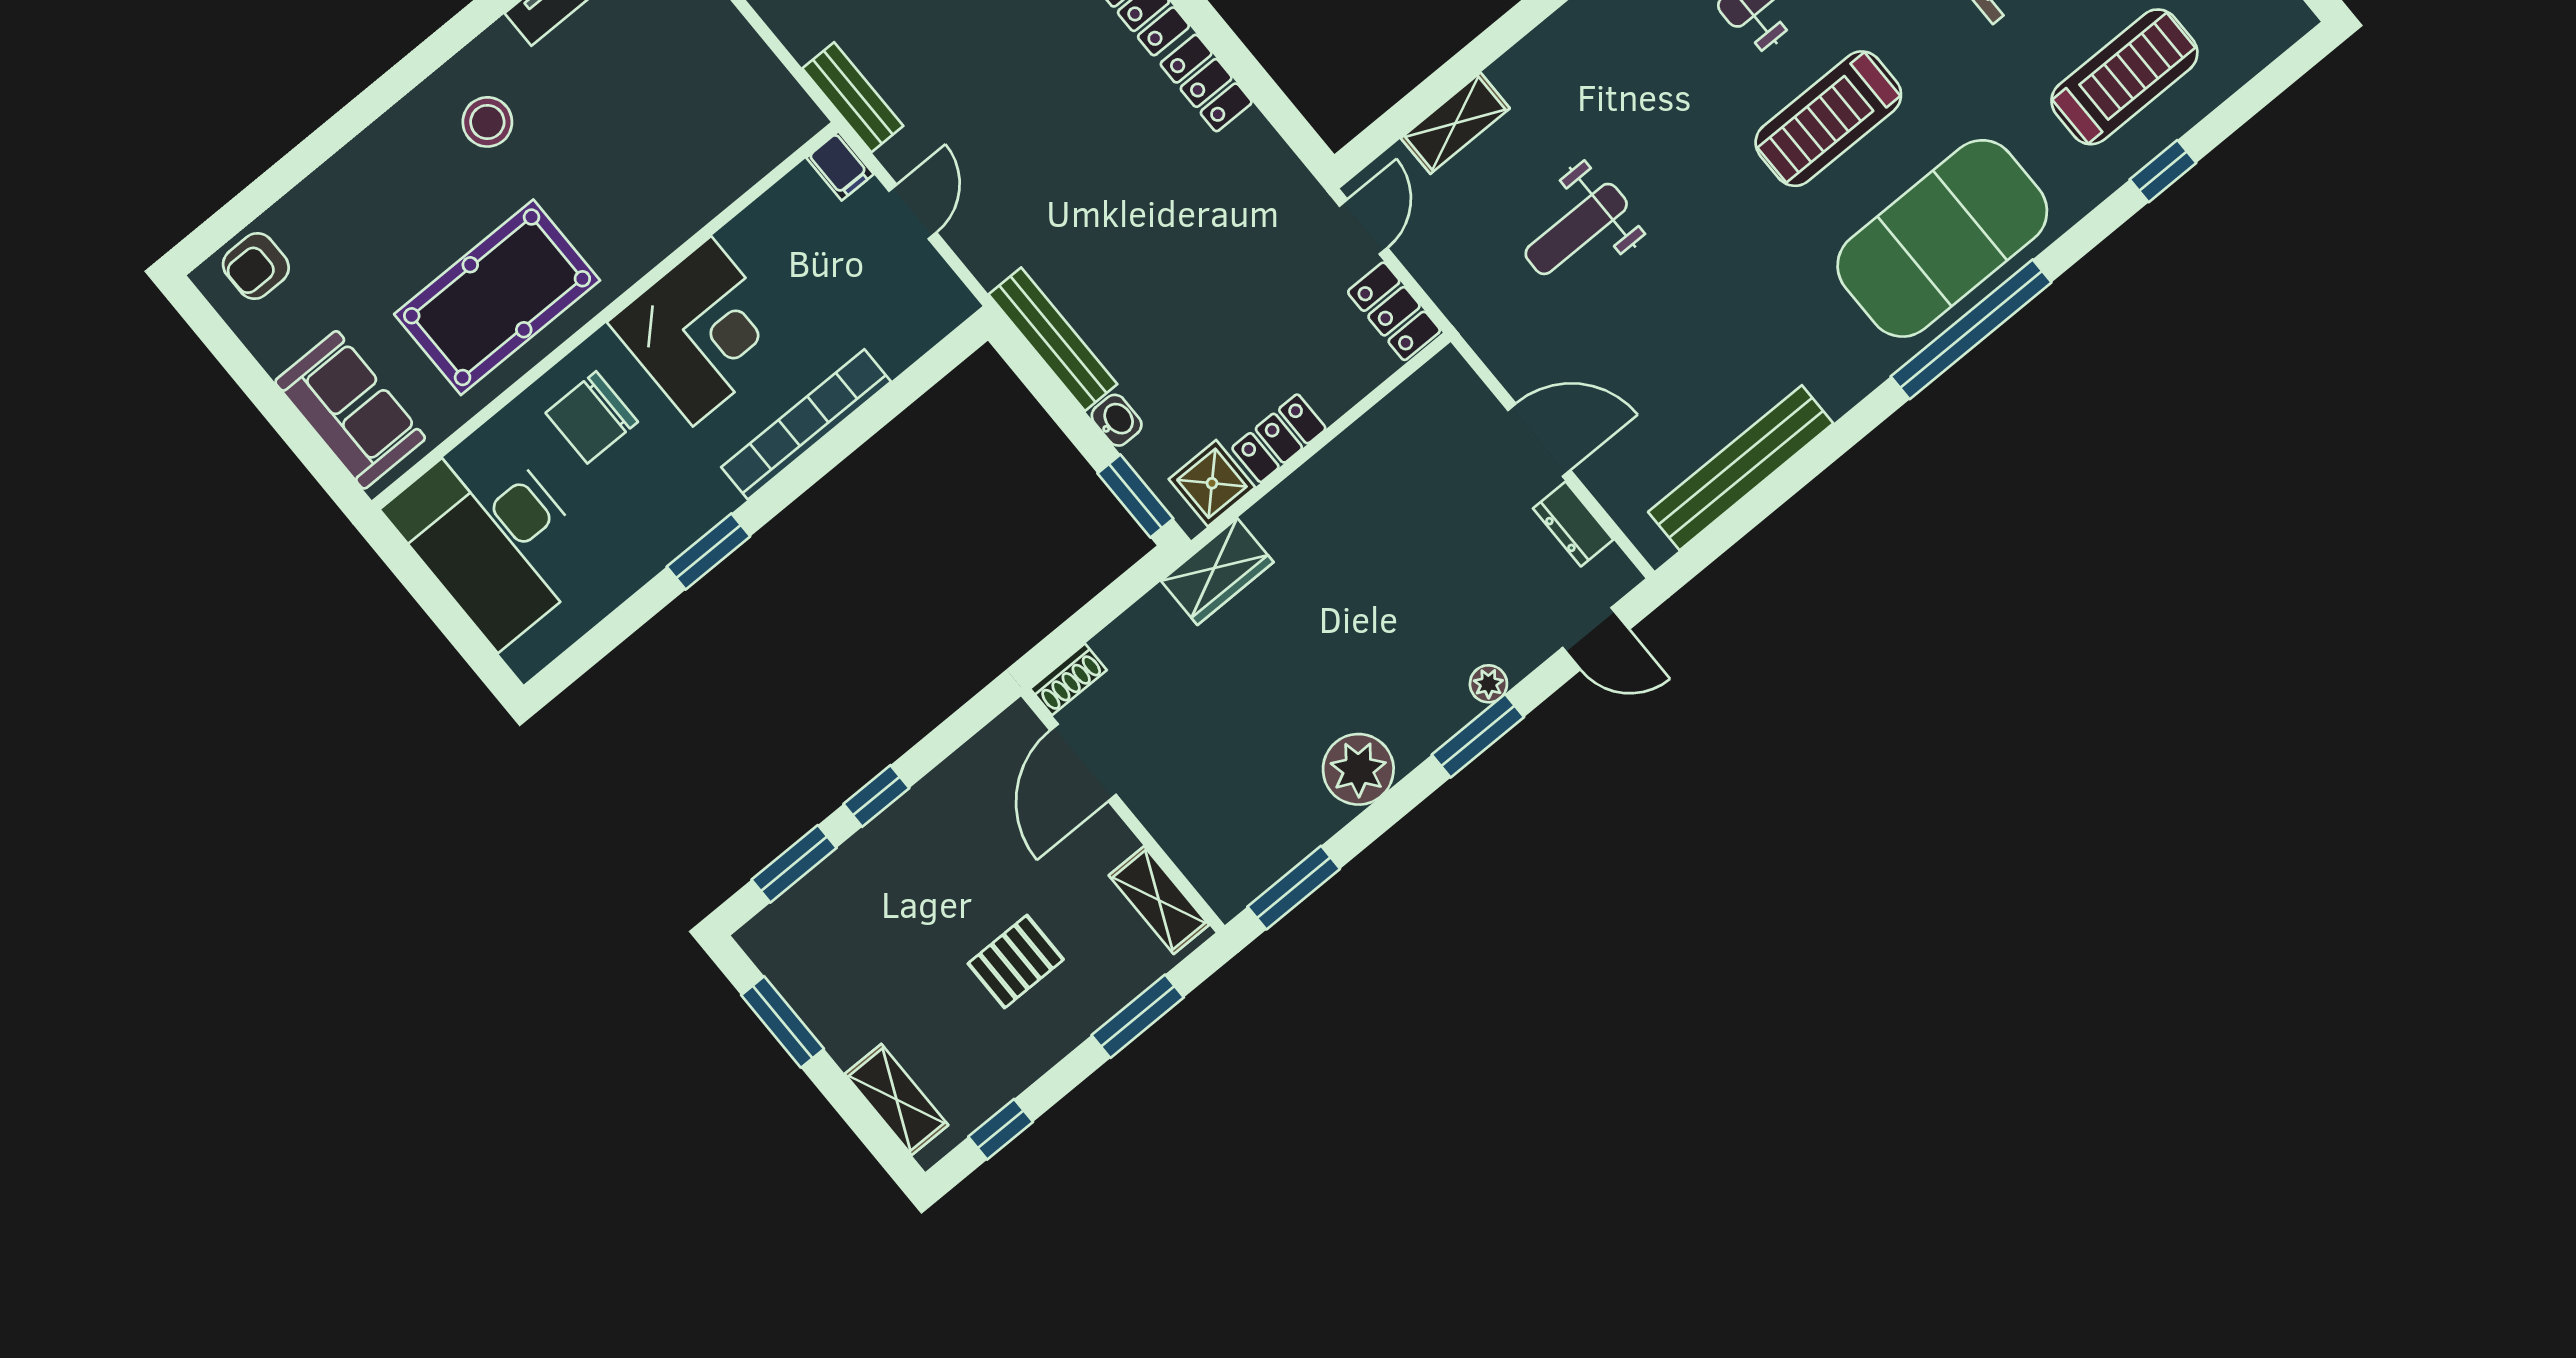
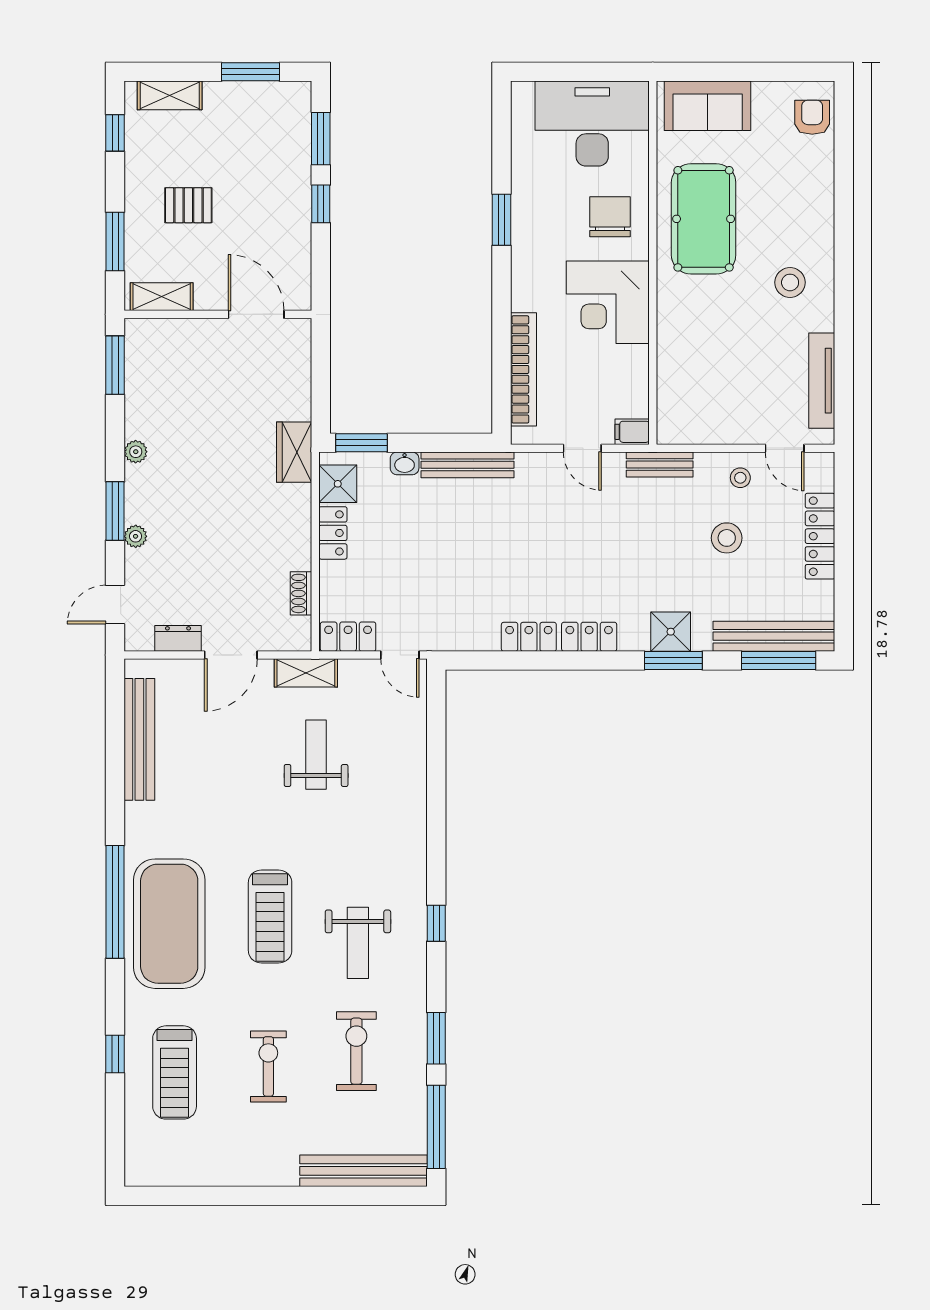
treadmill: (1828, 119) -> (270, 916), turned 180
shelving: (1455, 123) -> (306, 673), moved, turned 90
bookcase: (806, 424) -> (523, 369), moved
shoe rack: (1068, 679) -> (301, 593), moved
plant: (1358, 769) -> (136, 452), width x0.53, depth x0.53
pallet: (1016, 962) -> (188, 205), turned 90

